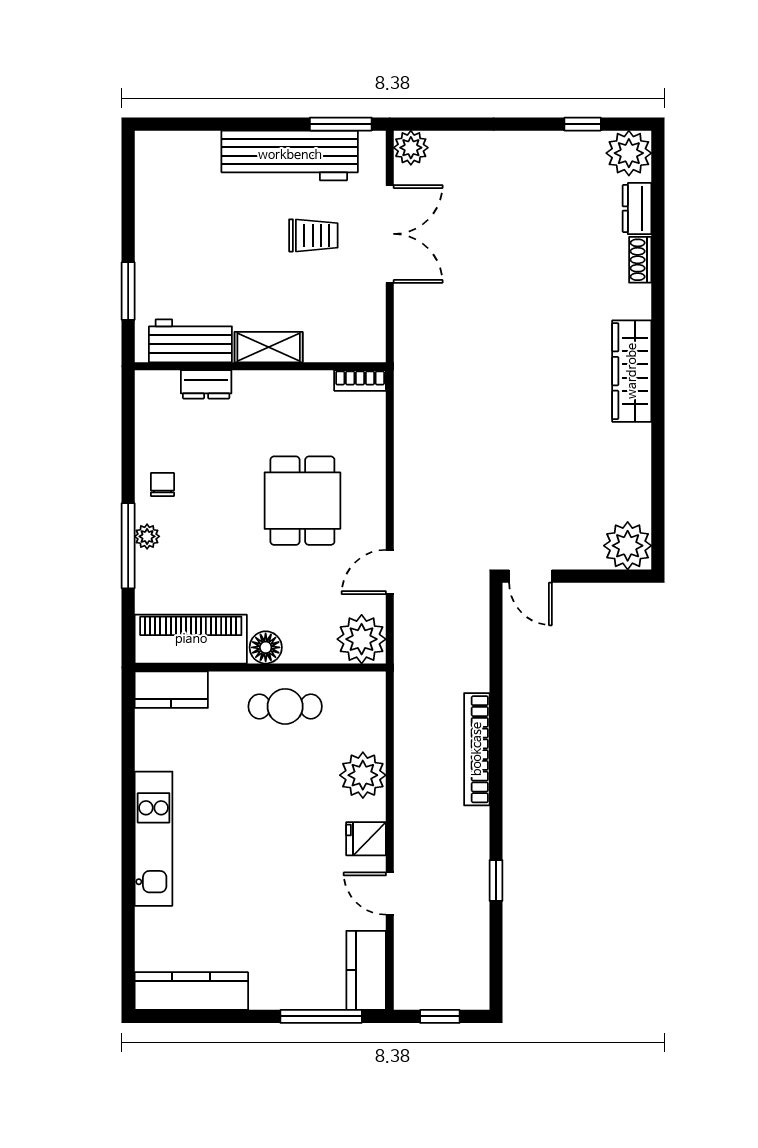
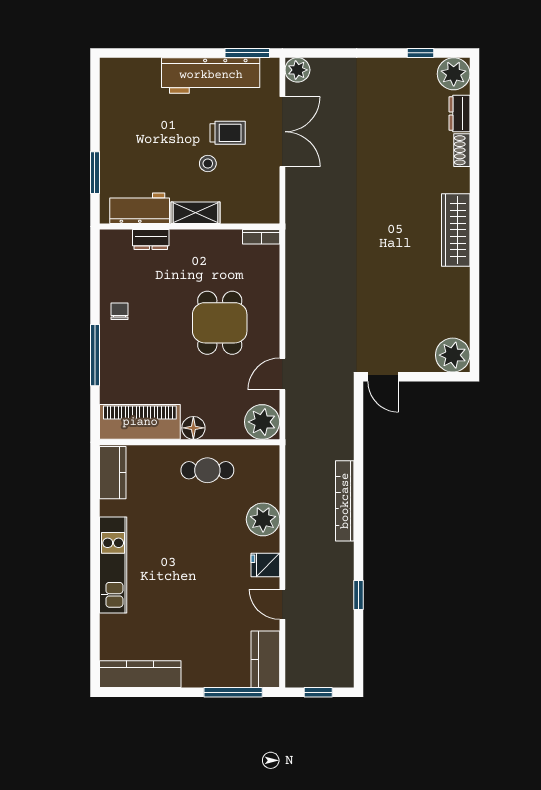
stool: (286, 278) -> (208, 164), added
plant: (147, 536) -> (108, 348), removed
kitchen counter: (171, 690) -> (113, 473), moved, turned -90

